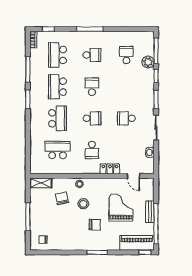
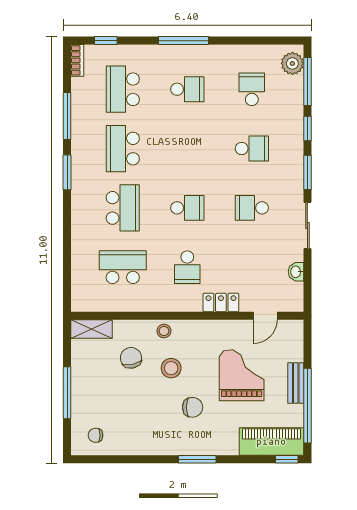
plant: (148, 62) -> (292, 63), moved
school desk: (92, 87) -> (252, 149), moved, turned 90
door: (133, 176) -> (265, 316), hinge flipped

